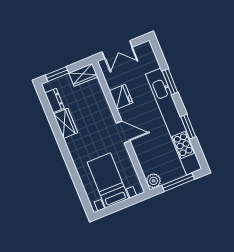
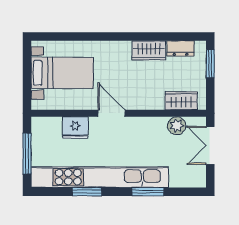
wardrobe: (83, 75) -> (181, 101), moved, turned 90
fridge: (121, 97) -> (75, 127), moved
door: (123, 132) -> (112, 113), swing flipped
plant: (154, 181) -> (177, 126), moved

